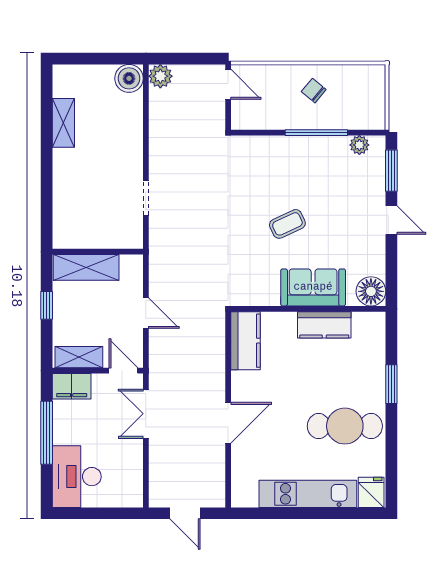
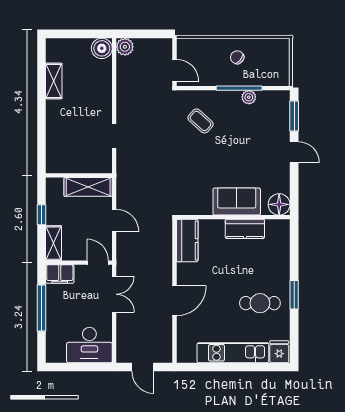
door: (228, 84) -> (174, 70), moved
plant: (359, 145) -> (249, 97), moved
coffee table: (287, 224) -> (201, 121), moved, turned 67
shelving: (86, 267) -> (88, 187), moved
shelving: (79, 357) -> (53, 243), moved, turned 90
window: (391, 384) -> (294, 295), moved
double door: (146, 414) -> (114, 294), swing flipped
cafe table: (345, 426) -> (260, 303), width x0.73, depth x0.74
desk: (77, 477) -> (89, 345), moved, turned -90

